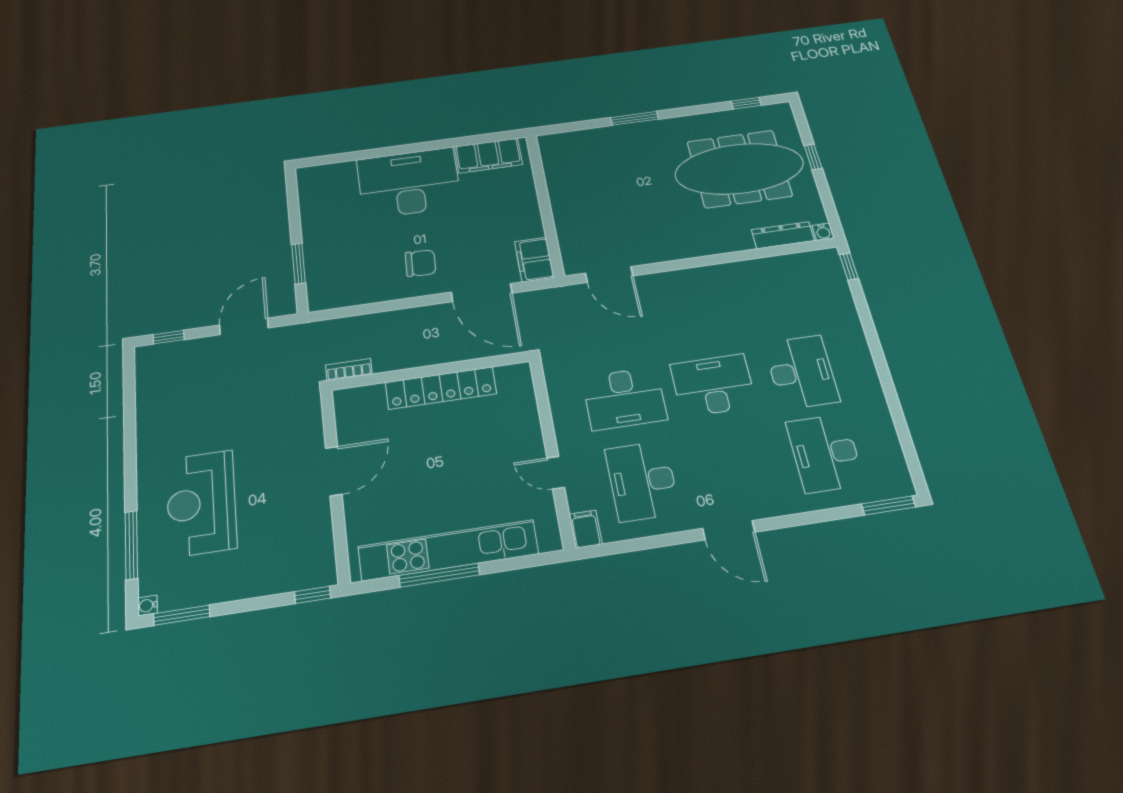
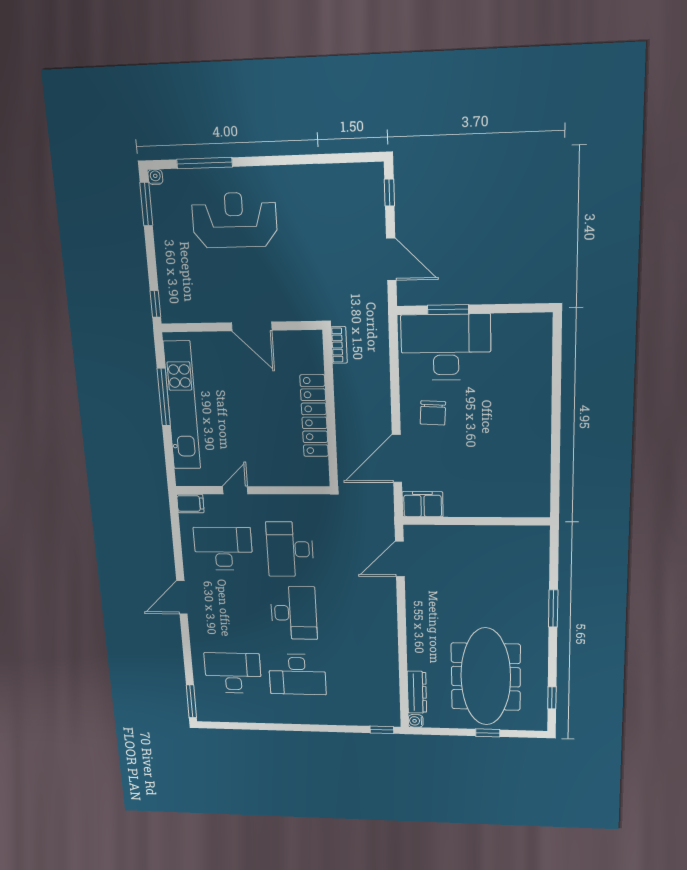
filing cabinet: (488, 156) -> (536, 483), removed
desk: (409, 183) -> (446, 347), moved, turned -90

